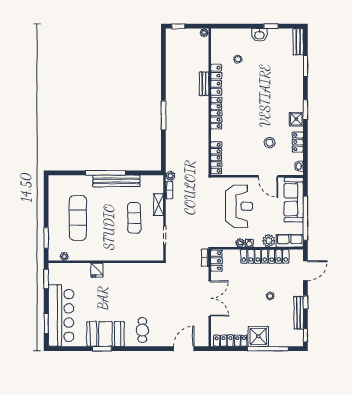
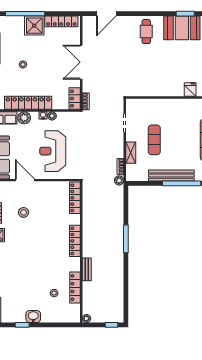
locker: (216, 80) -> (75, 288), moved

